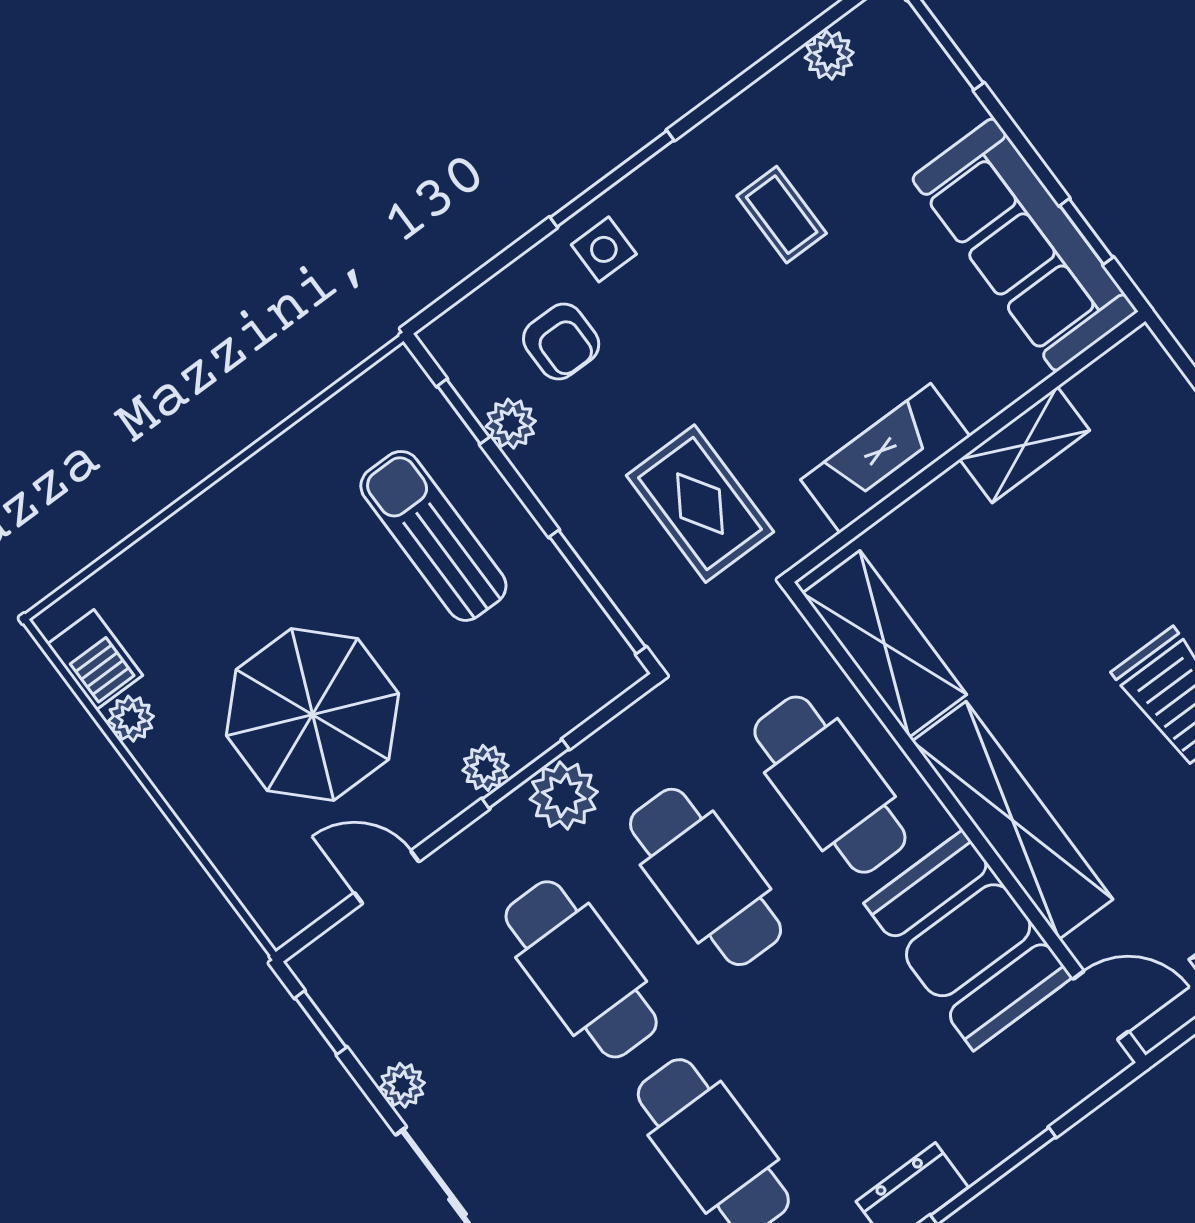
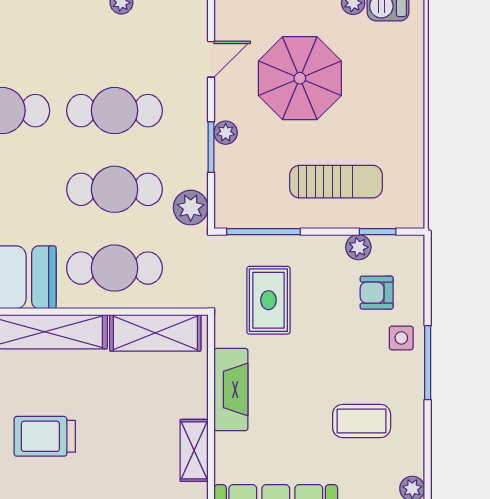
coffee table: (782, 215) -> (362, 421), width x1.36, depth x1.30
rug: (700, 504) -> (268, 300), turned 90
plant: (564, 795) -> (191, 208), moved

